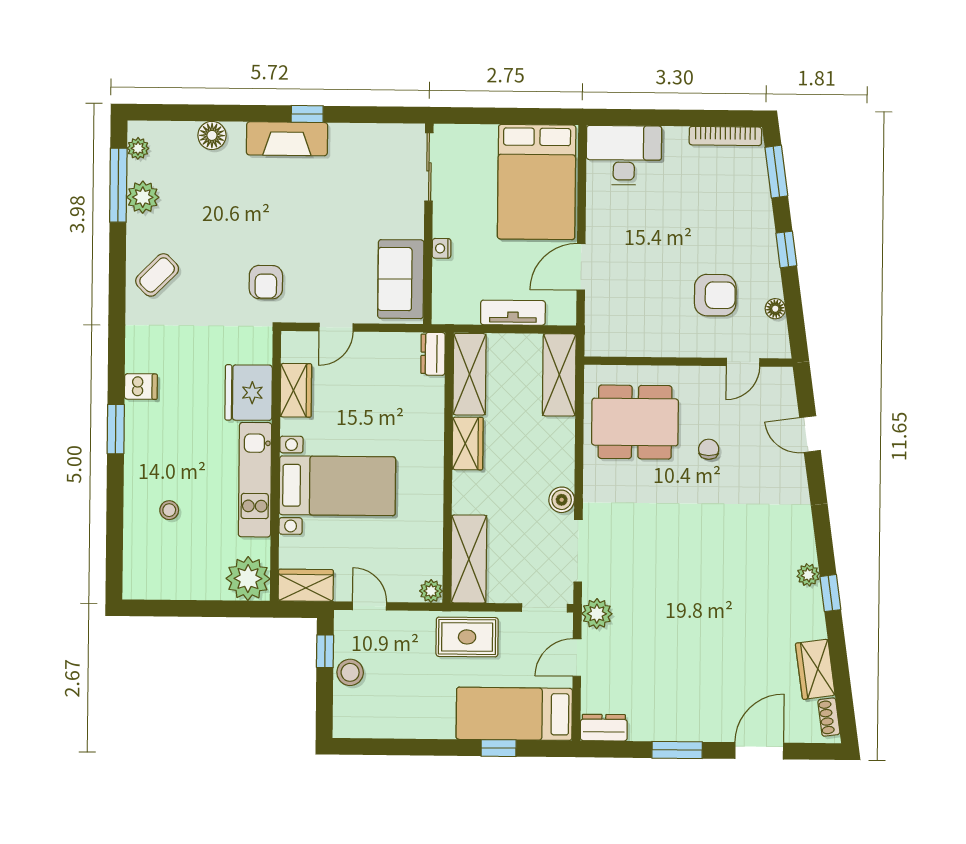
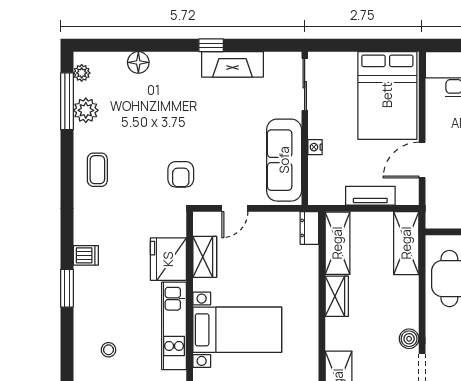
fireplace: (287, 139) -> (232, 64), moved
coffee table: (157, 275) -> (97, 170), turned -45
sofa: (401, 279) -> (284, 160), width x1.36

